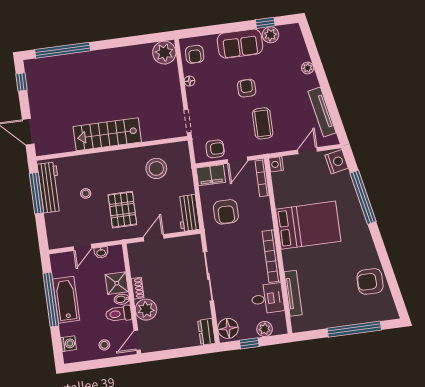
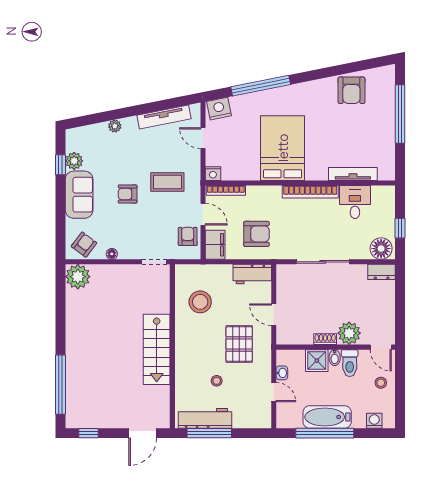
armchair: (195, 54) -> (84, 245), turned -53
pallet: (122, 210) -> (239, 344), turned 90
plant: (265, 329) -> (387, 210), removed

